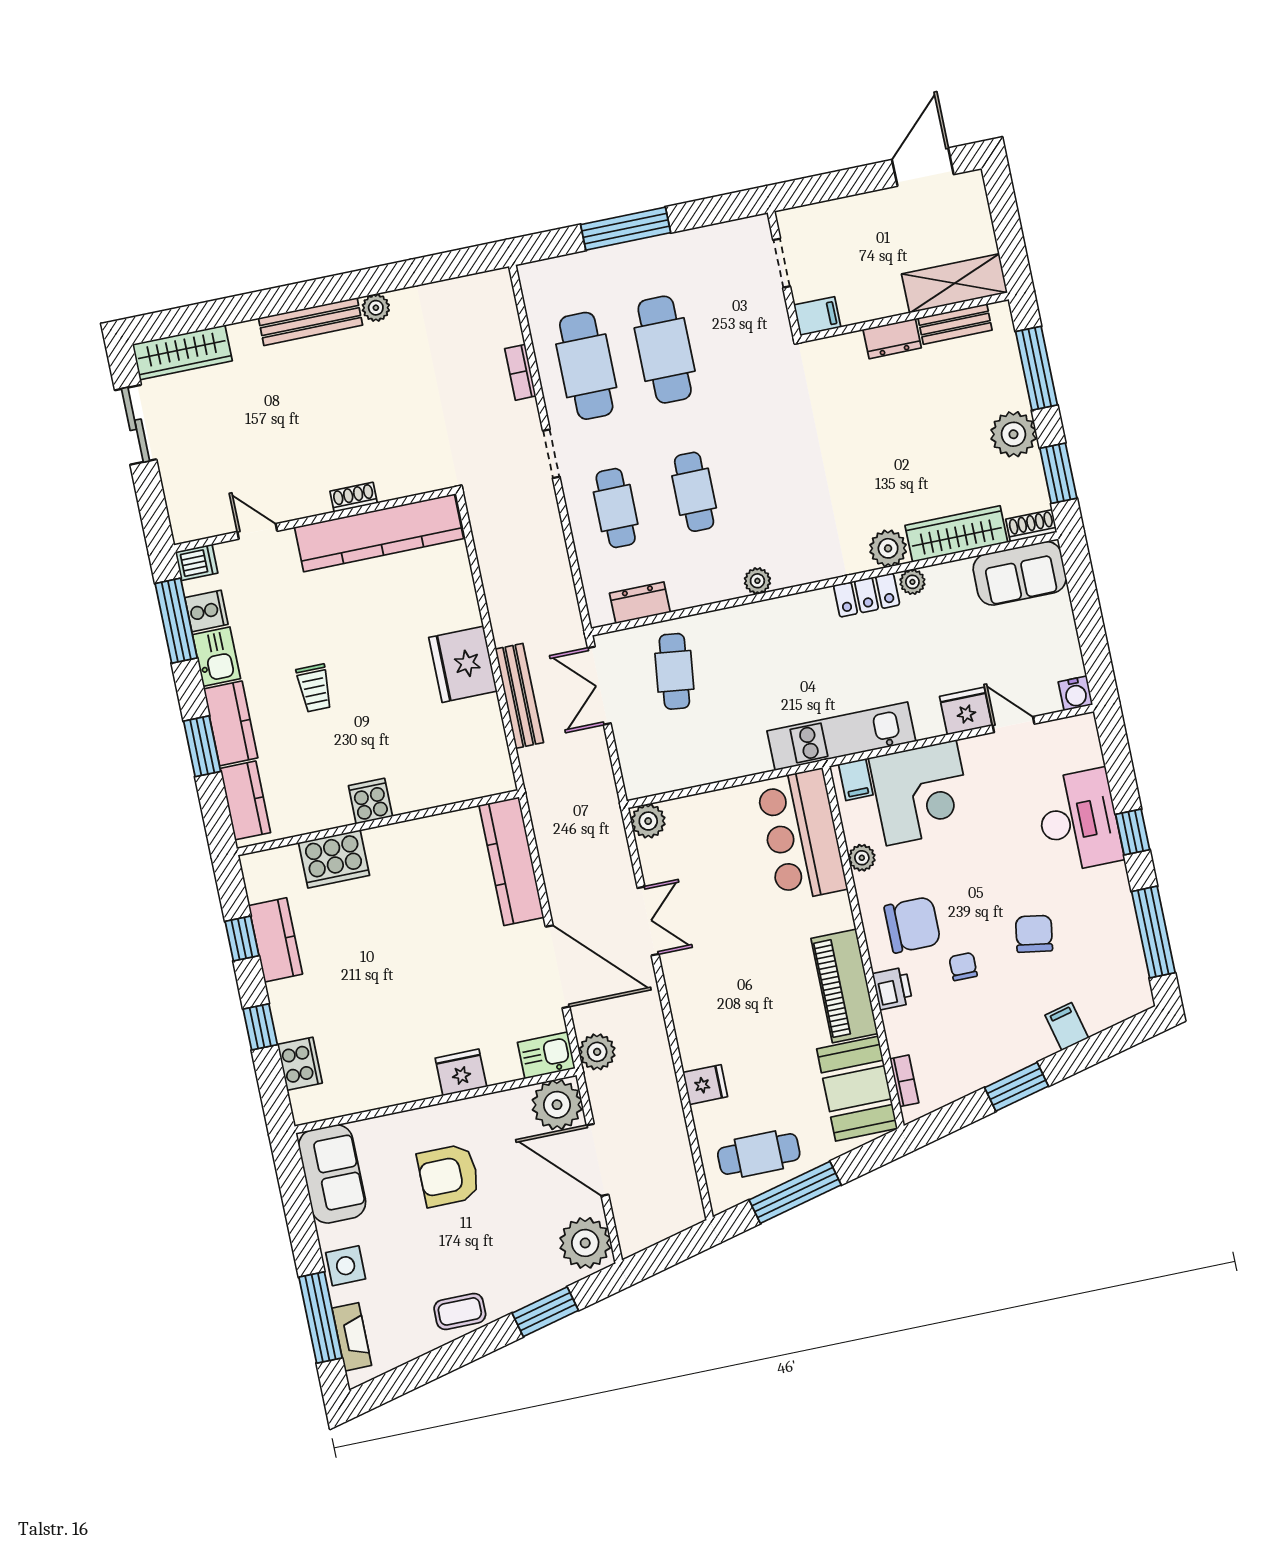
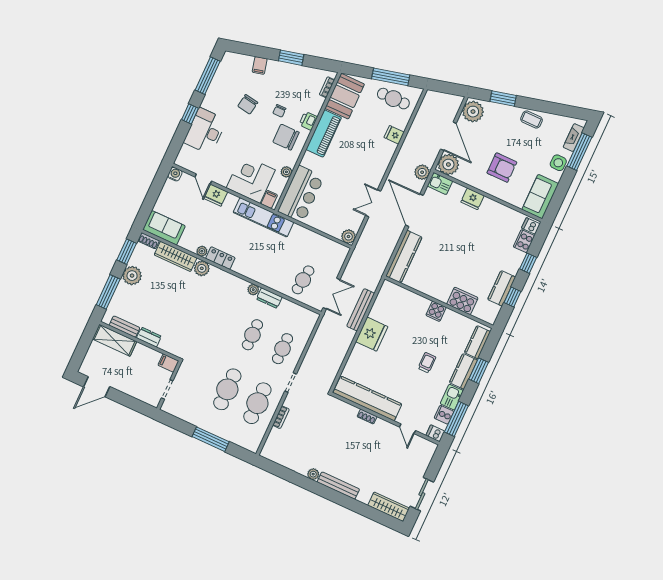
dresser: (640, 603) -> (269, 298), moved
dishwasher: (308, 1103) -> (531, 226), added

